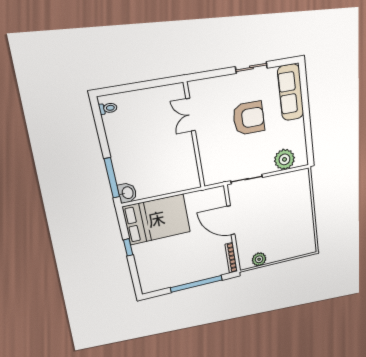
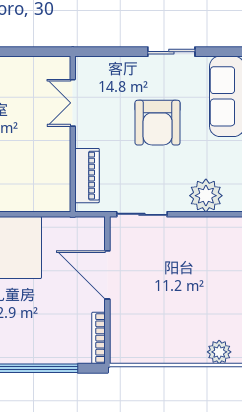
armchair: (249, 118) -> (158, 123), turned 90
piano: (208, 162) -> (87, 176), added
plant: (259, 259) -> (219, 352), moved

